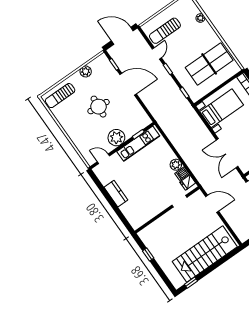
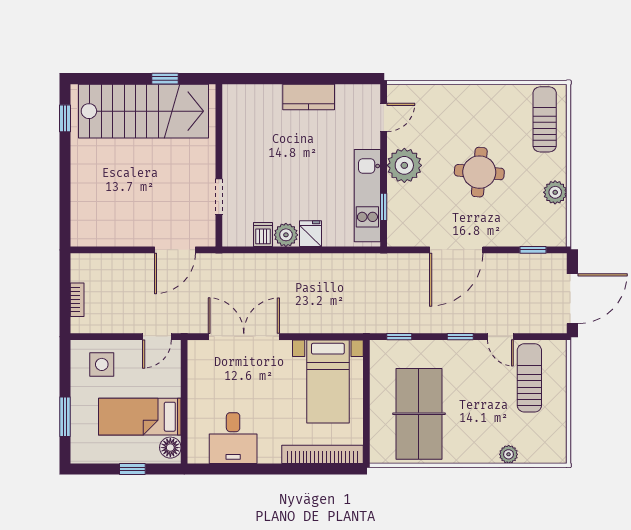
door: (128, 84) -> (456, 250), moved
fridge: (188, 183) -> (310, 234), moved
stairs: (205, 254) -> (144, 111), moved, turned 90

